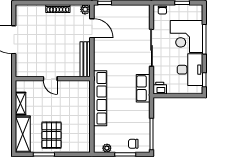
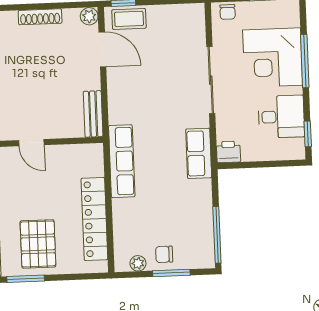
coffee table: (107, 12) -> (129, 19), added
bench: (85, 59) -> (93, 114), width x0.73
desk: (190, 70) -> (281, 117), width x0.73
row of seats: (100, 98) -> (122, 161), width x0.73
locker: (84, 123) -> (94, 219), added
chair: (133, 144) -> (164, 254), moved

